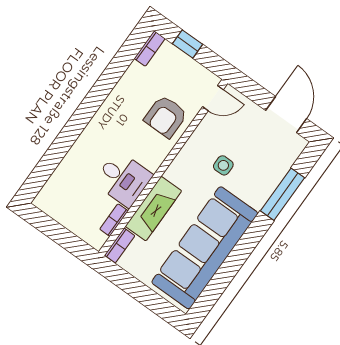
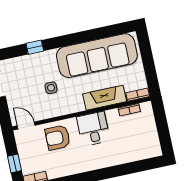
armchair: (166, 117) -> (58, 138), turned 180
desk: (123, 179) -> (93, 129), moved
window: (282, 194) -> (35, 47), width x0.46

